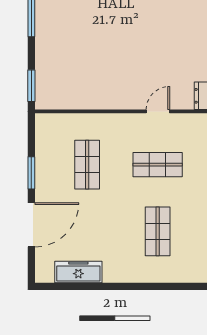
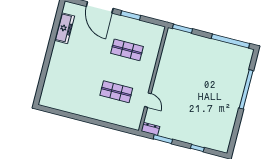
shop shelf: (158, 165) -> (116, 92), turned 90
shop shelf: (158, 231) -> (76, 82), removed

